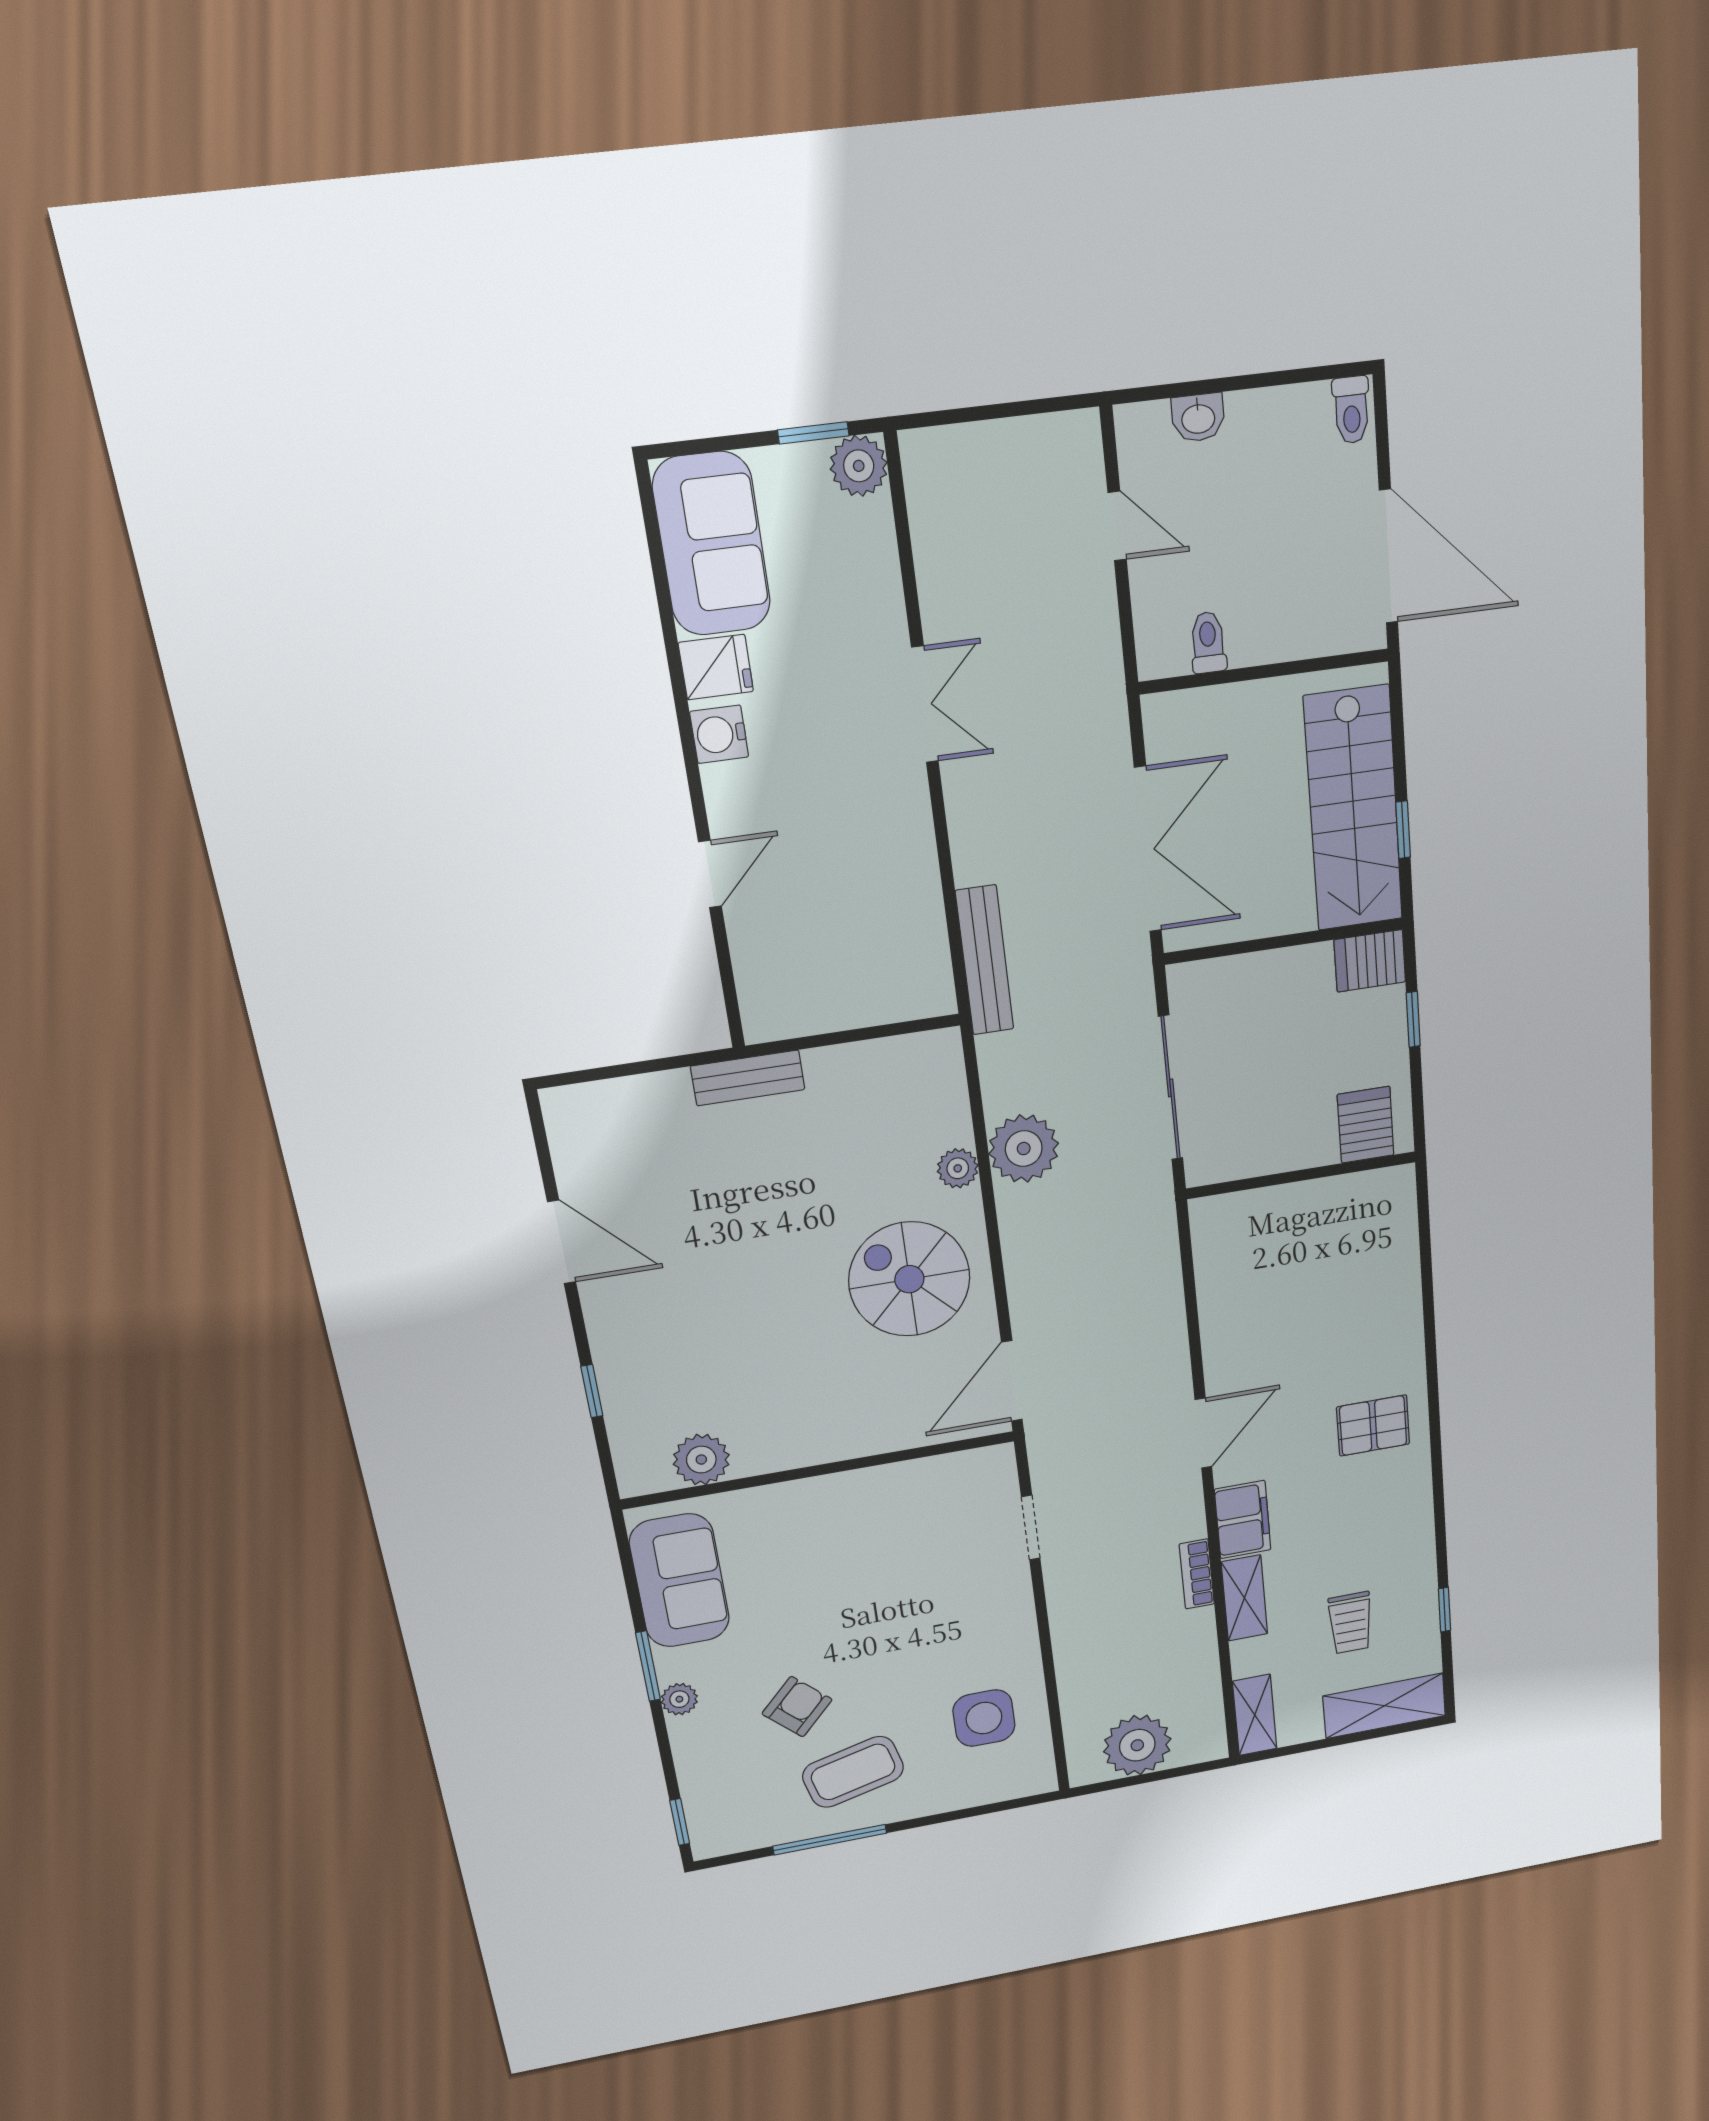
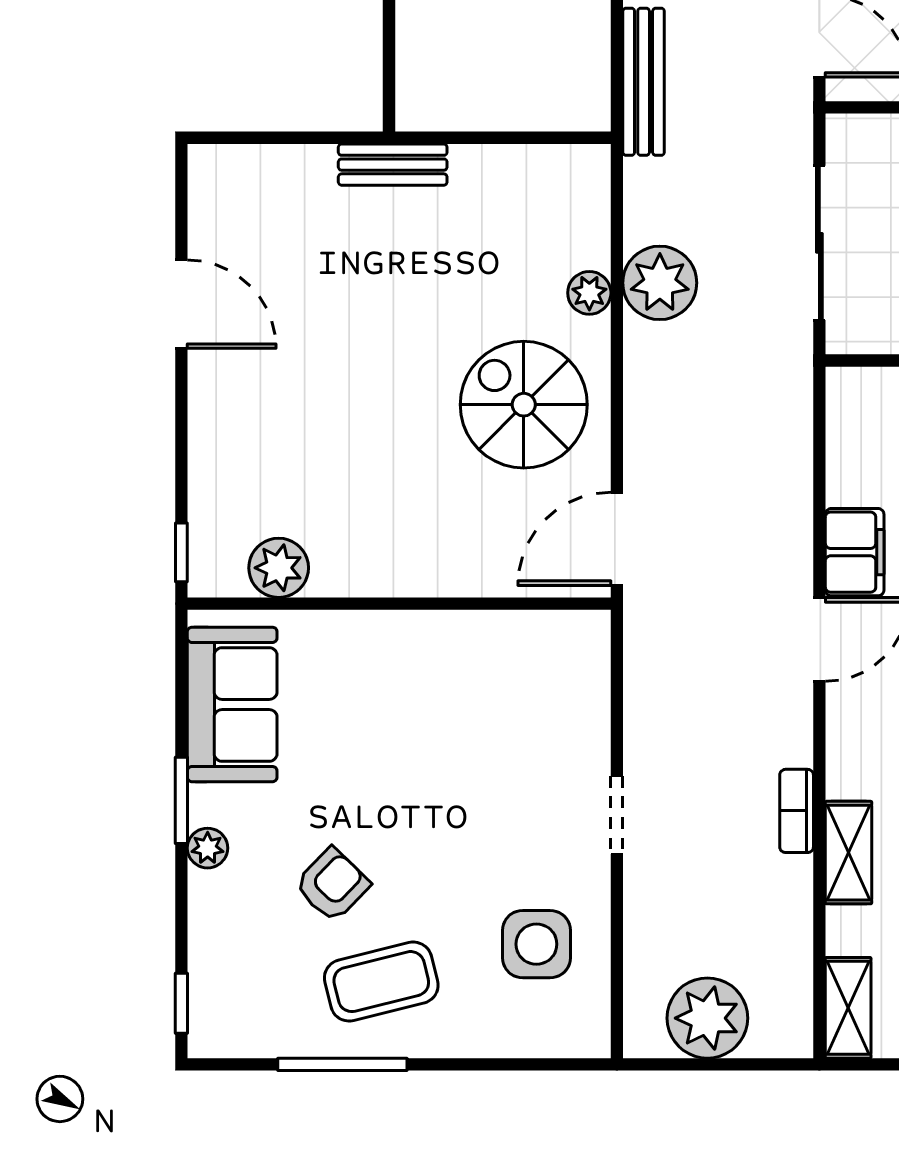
window: (592, 1391) -> (181, 552), moved
filing cabinet: (1243, 1520) -> (855, 552), moved
doorway: (1031, 1528) -> (617, 815), moved

